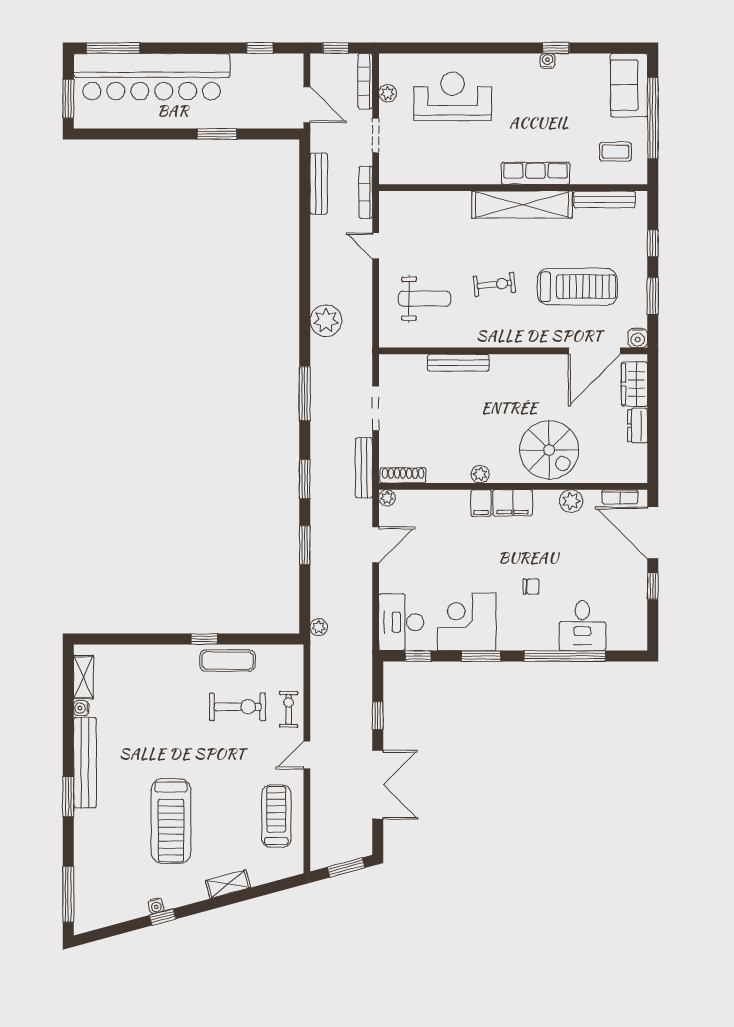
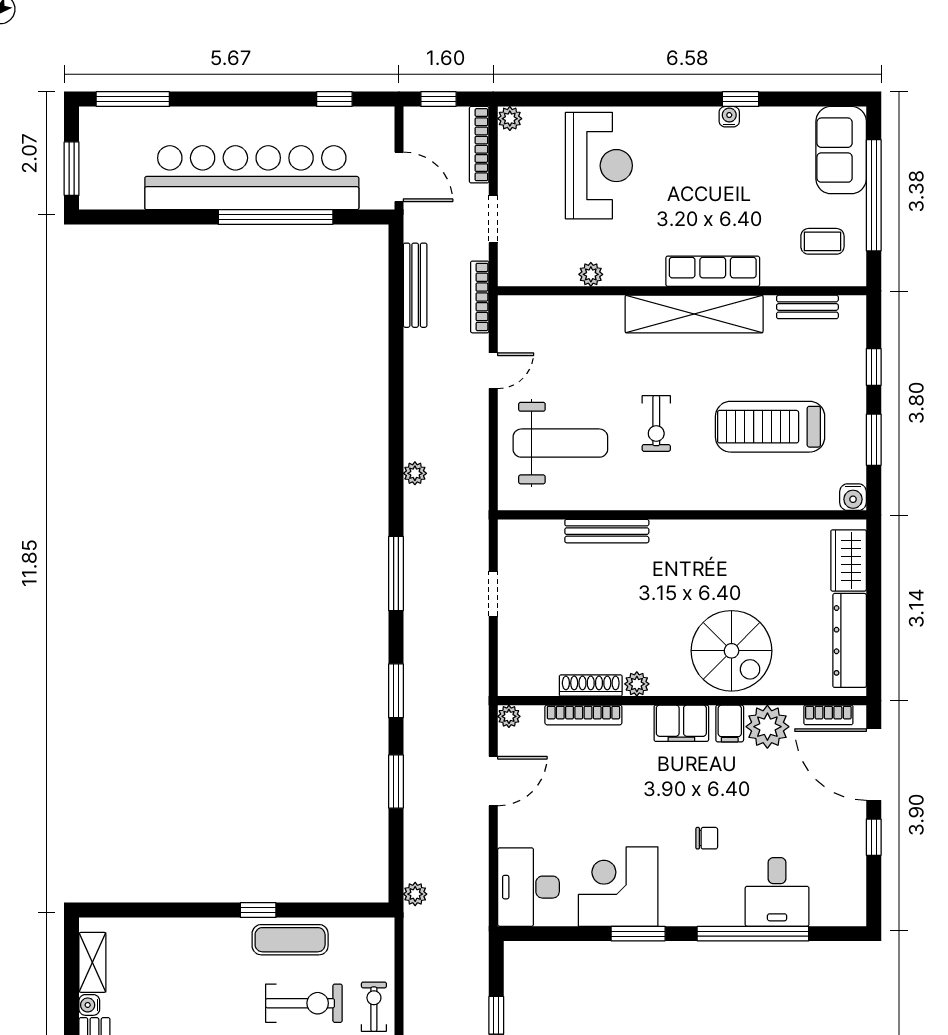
bar counter: (152, 77) -> (252, 178), moved, turned 180
plant: (388, 93) -> (510, 119), moved
reception desk: (453, 96) -> (599, 166), turned 90
window: (217, 134) -> (276, 217), width x2.11
plant: (447, 176) -> (591, 274), added
bench: (605, 199) -> (807, 307), width x0.73
door: (376, 246) -> (493, 371), swing flipped
exercise bike: (494, 284) -> (656, 423), turned 96
treadmill: (577, 287) -> (770, 427), turned 180
weight bench: (424, 299) -> (560, 443), width x1.36, depth x1.33
plant: (326, 321) -> (415, 473), width x0.53, depth x0.53
door: (594, 351) -> (794, 515), removed
doorway: (376, 408) -> (493, 594), width x0.73
dresser: (638, 426) -> (850, 640), width x1.96, depth x1.24
bench: (364, 468) -> (477, 675), removed
shoe rack: (403, 475) -> (591, 686), moved
bookcase: (441, 497) -> (583, 715), added
plant: (571, 501) -> (767, 727), width x1.36, depth x1.36
filing cabinet: (481, 503) -> (730, 723), moved
window: (418, 656) -> (552, 934), removed

